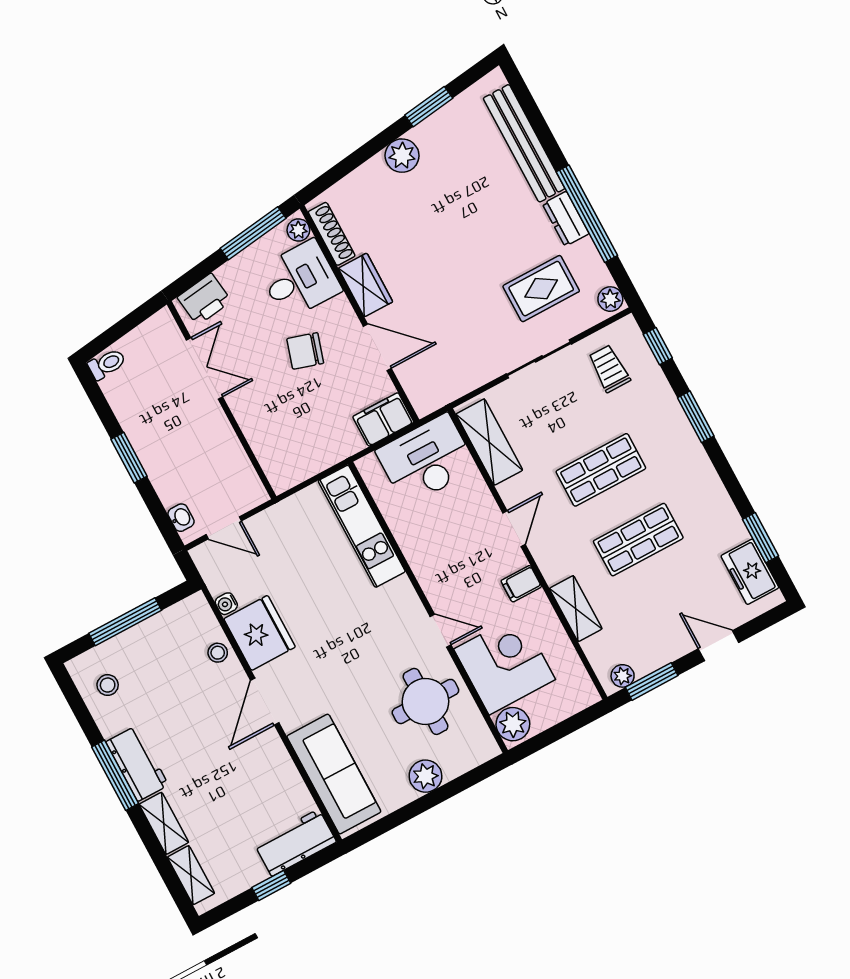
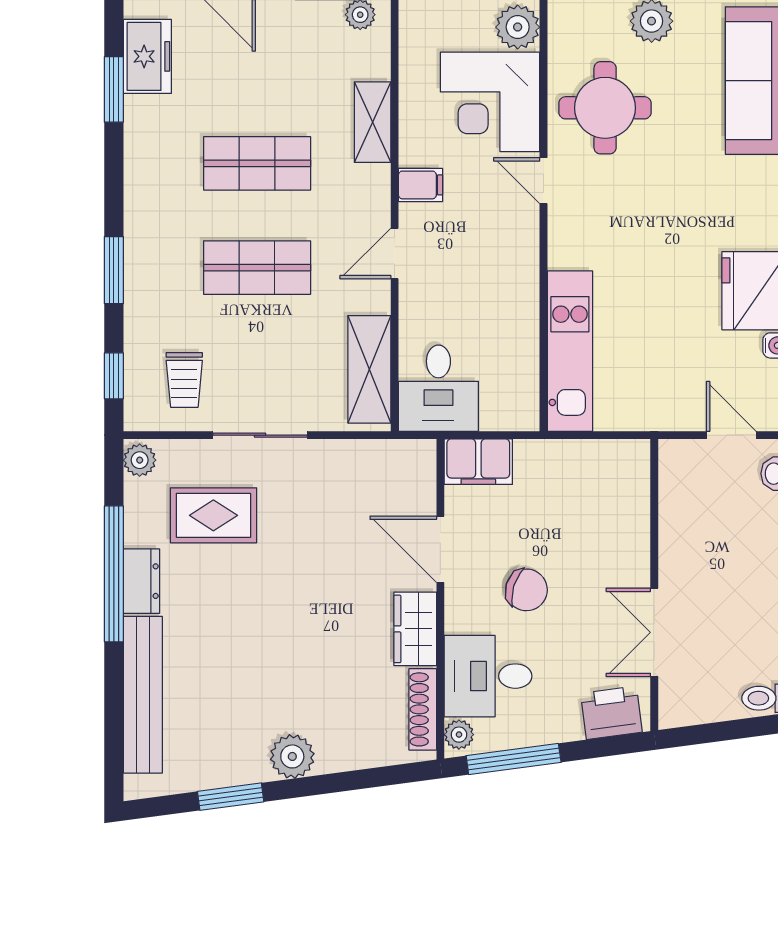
desk: (426, 460) -> (438, 388), width x0.73

